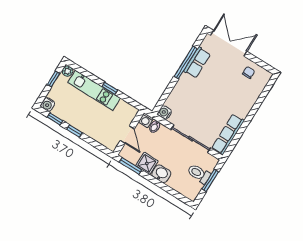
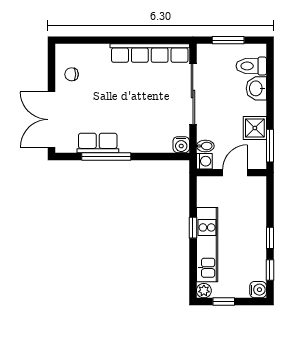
row of seats: (228, 134) -> (150, 53), width x1.36
washbasin: (161, 174) -> (256, 88), moved
toilet: (199, 174) -> (251, 66), moved, turned 90

